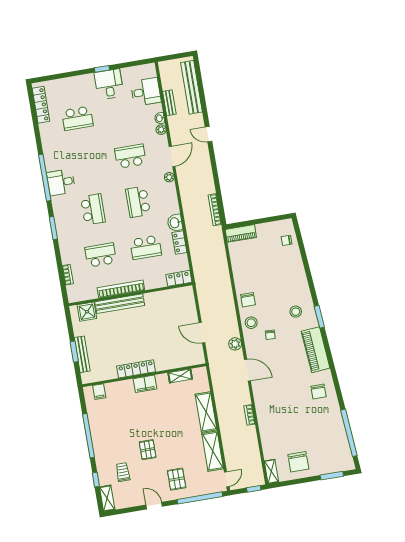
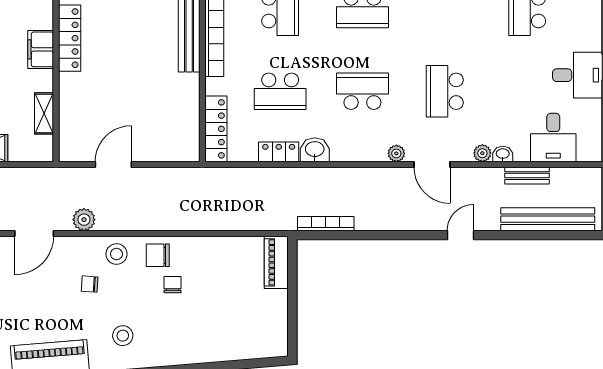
school desk: (130, 156) -> (445, 91), turned 180
chair: (287, 240) -> (173, 285), moved
school desk: (146, 247) -> (280, 91), turned -90
locker: (179, 278) -> (216, 129), width x1.53

